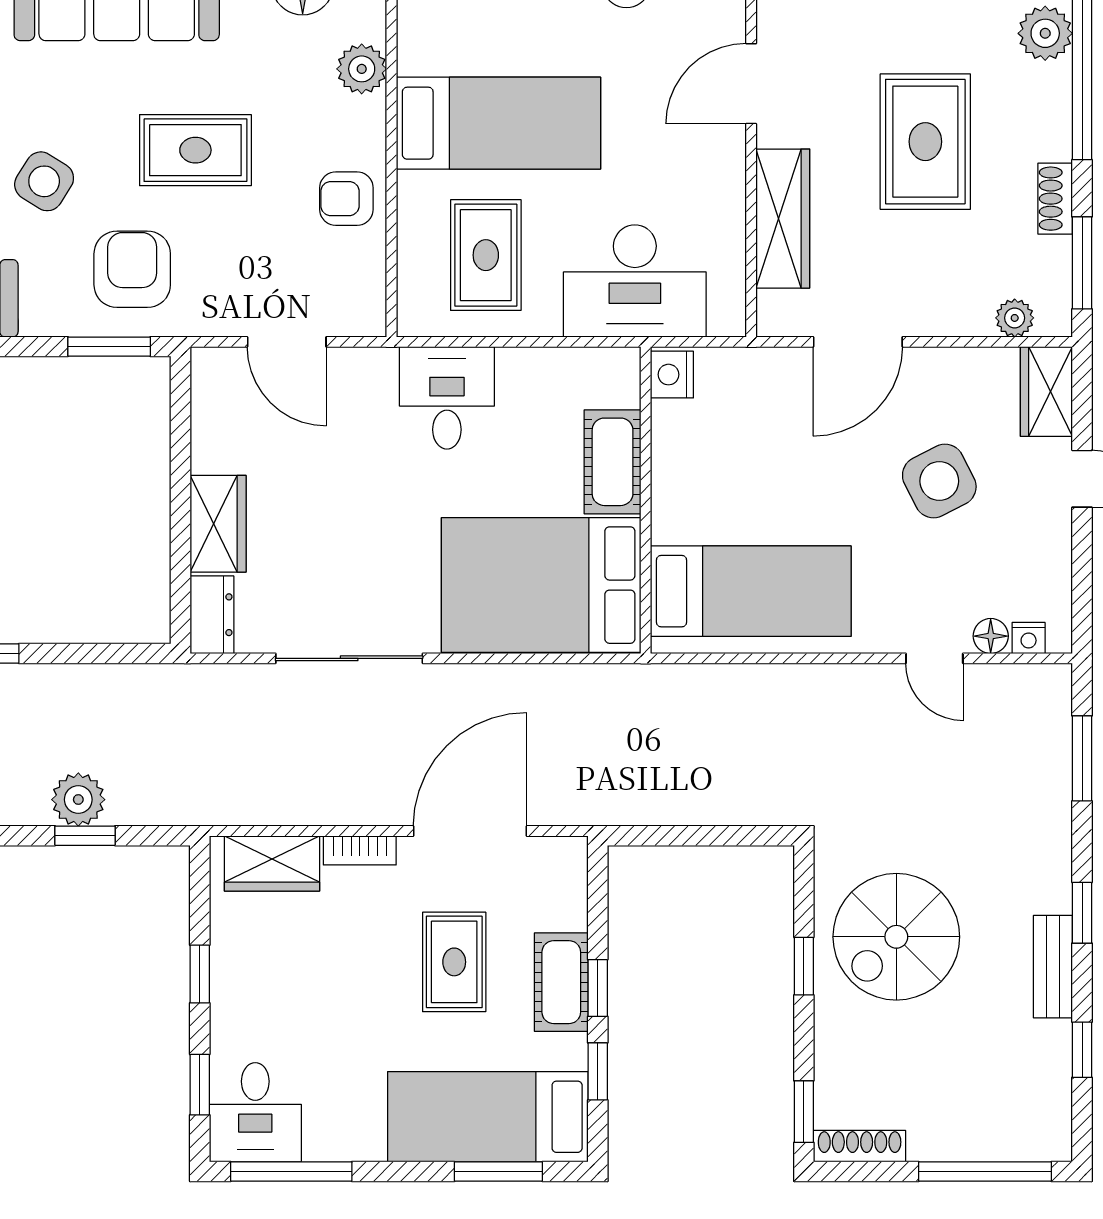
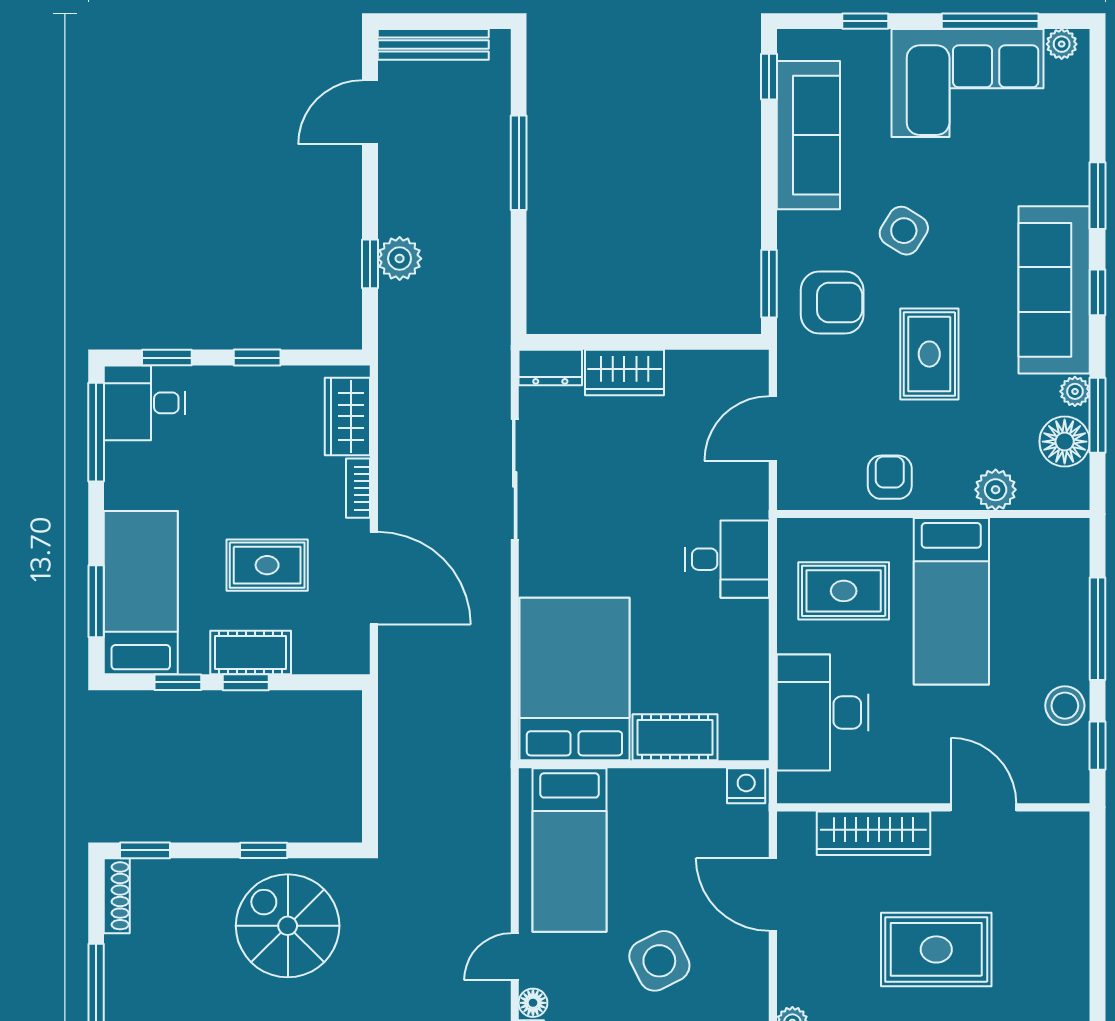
nightstand: (672, 375) -> (746, 786), moved
cot: (613, 462) -> (675, 737), moved
wall: (646, 500) -> (644, 764), moved
bed: (541, 585) -> (574, 679), moved
bed: (751, 591) -> (570, 850), moved

